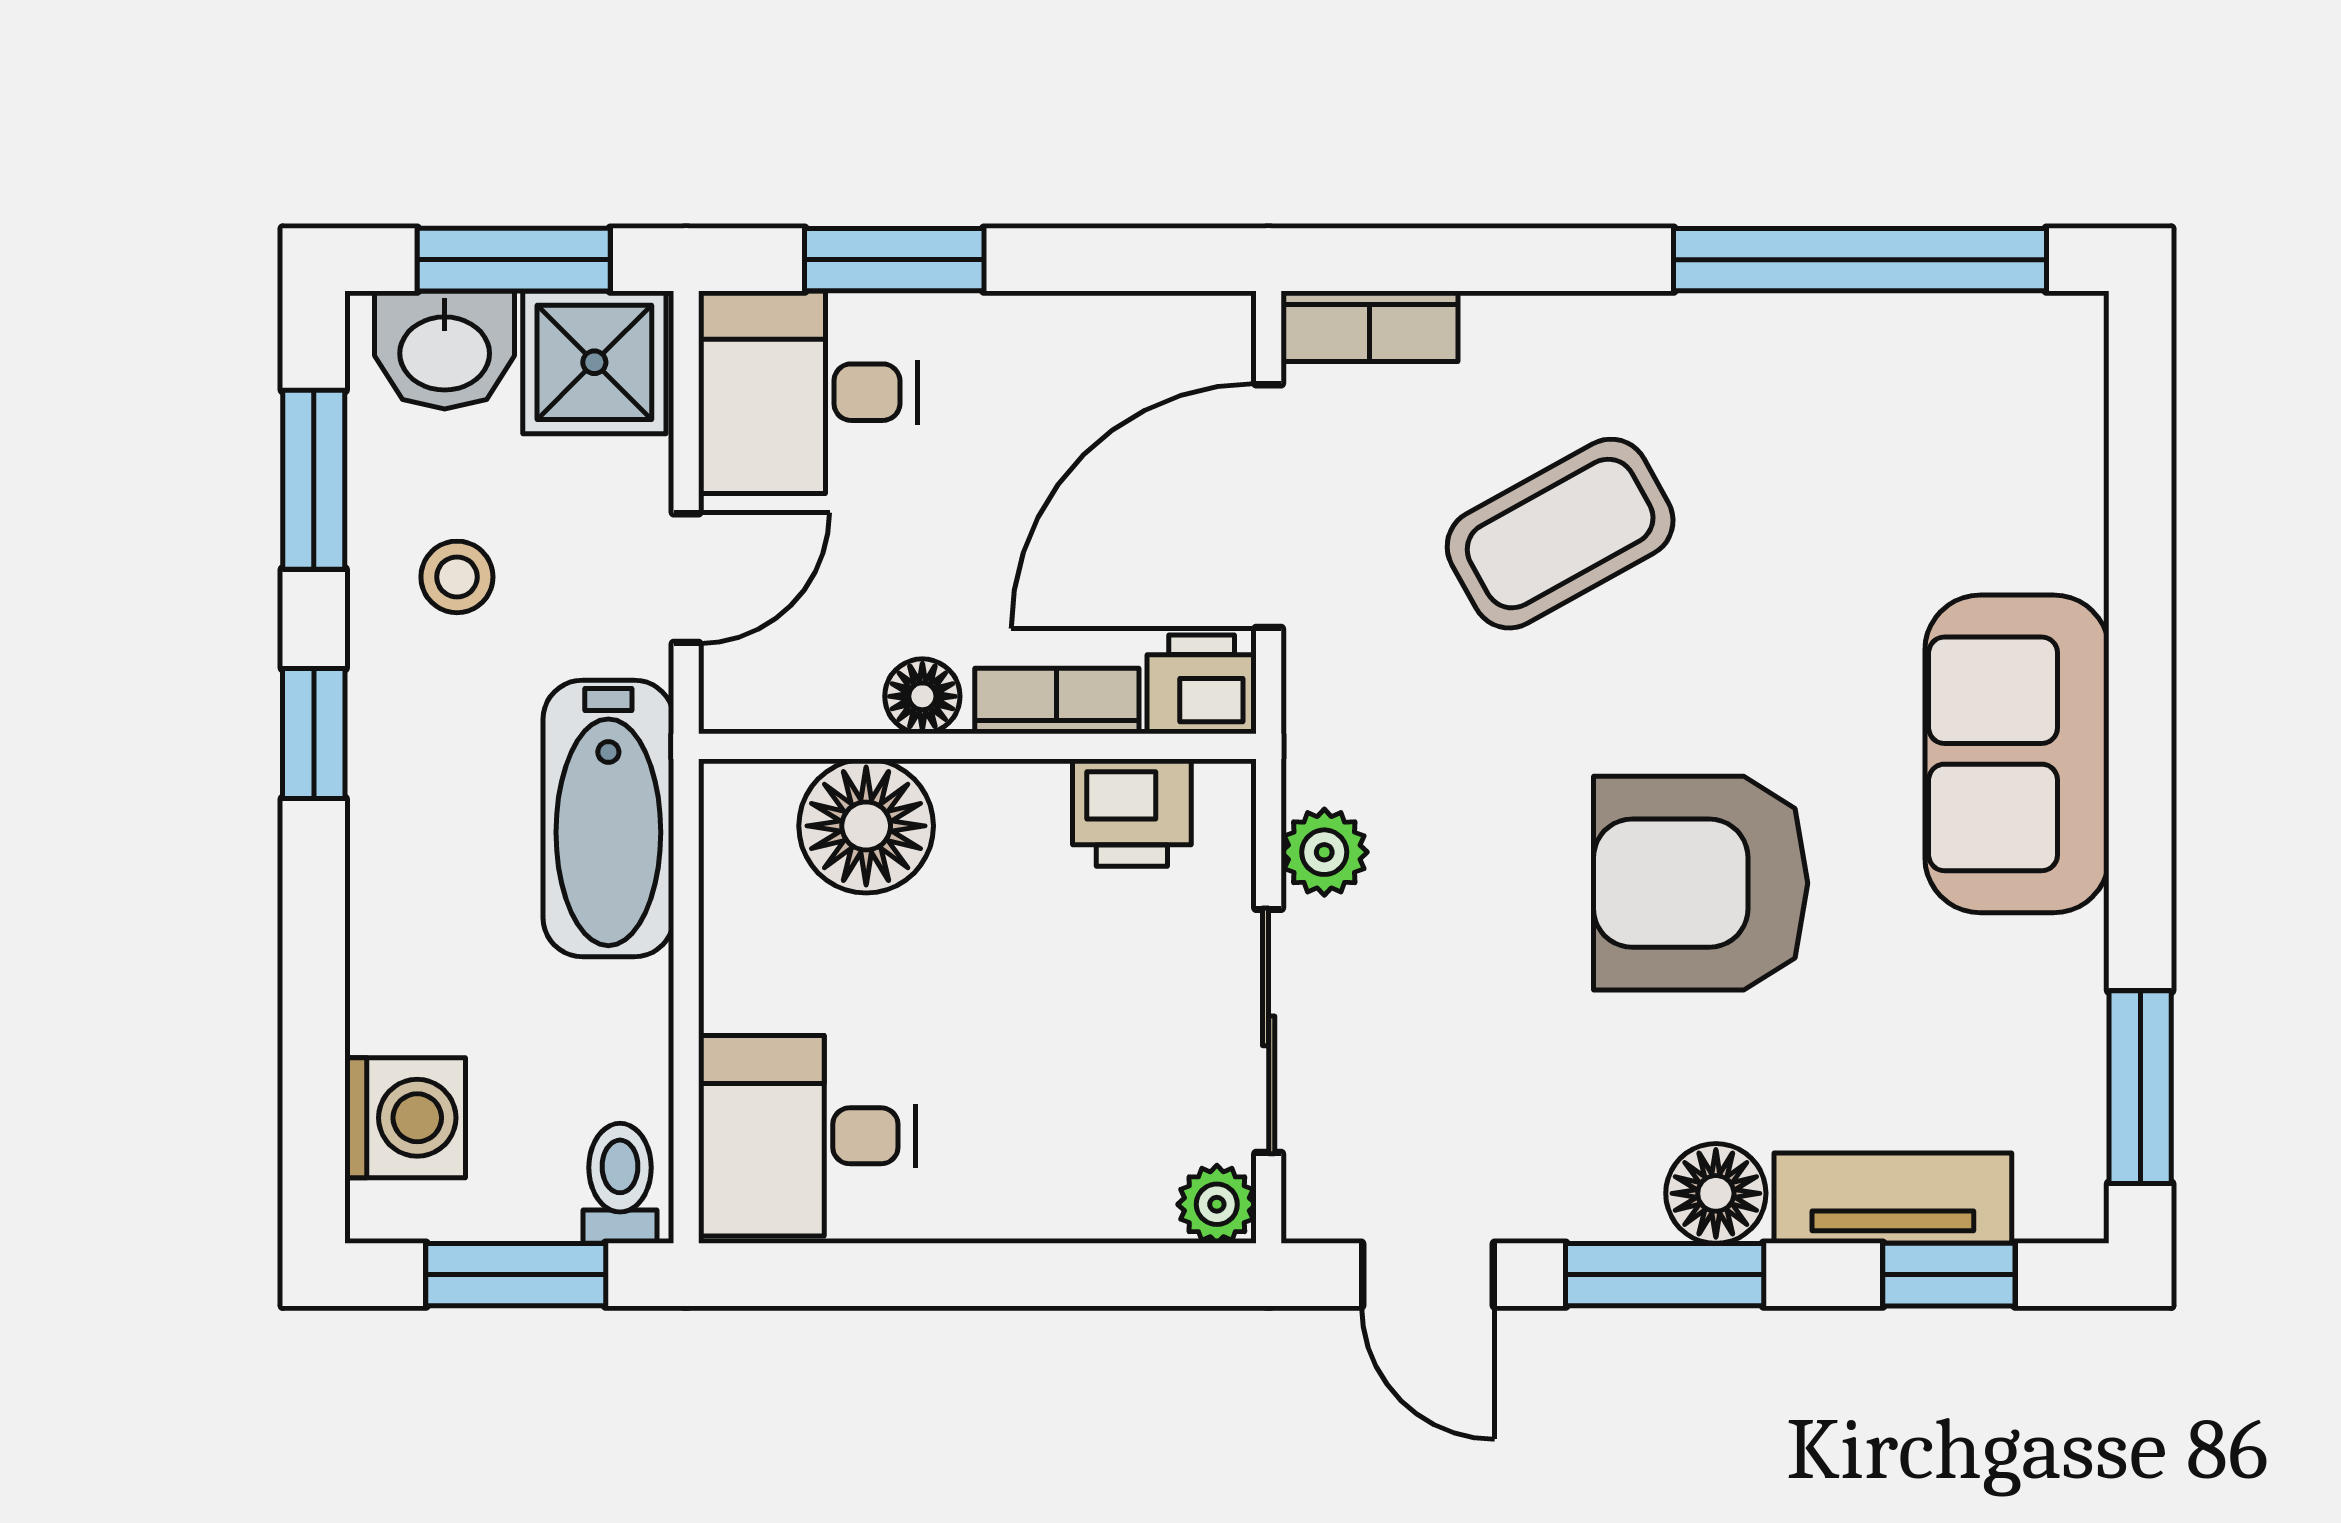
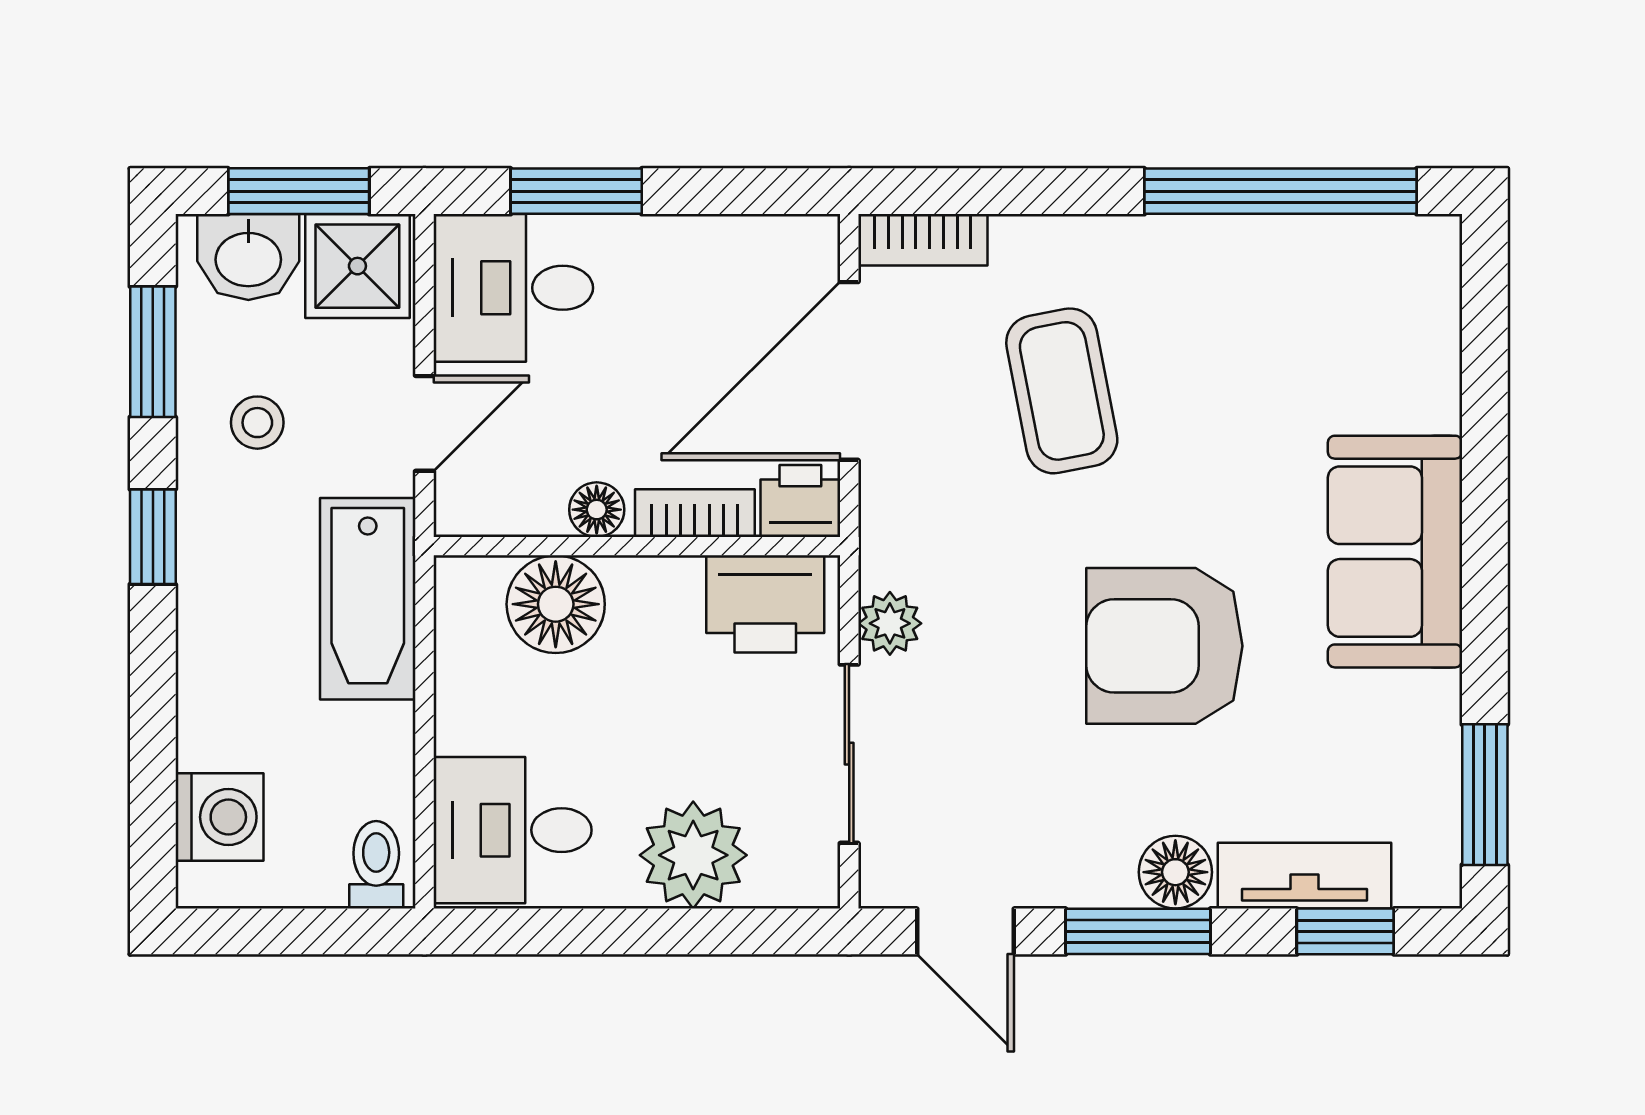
coffee table: (1560, 534) -> (1062, 391), turned -72
printer: (1132, 813) -> (765, 604), width x1.36, depth x1.24
plant: (1217, 1204) -> (693, 855), moved, width x1.88, depth x1.88
window: (516, 1275) -> (300, 931), removed

